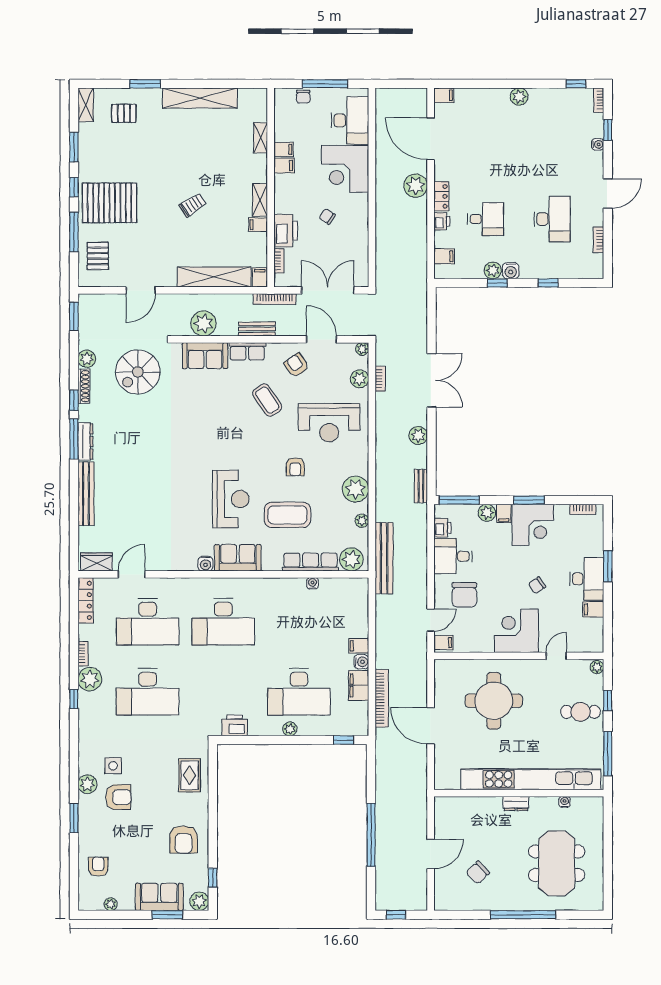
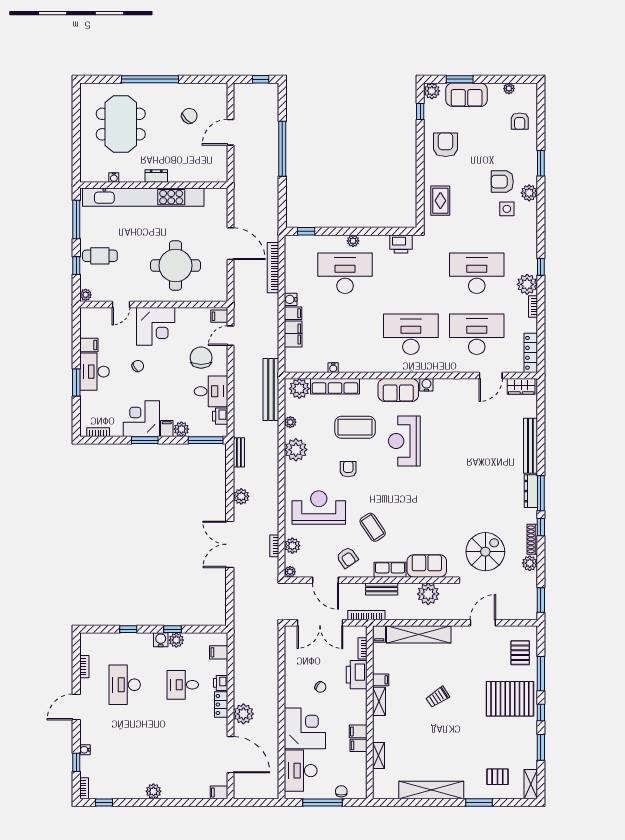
filing cabinet: (359, 685) -> (293, 334), moved

